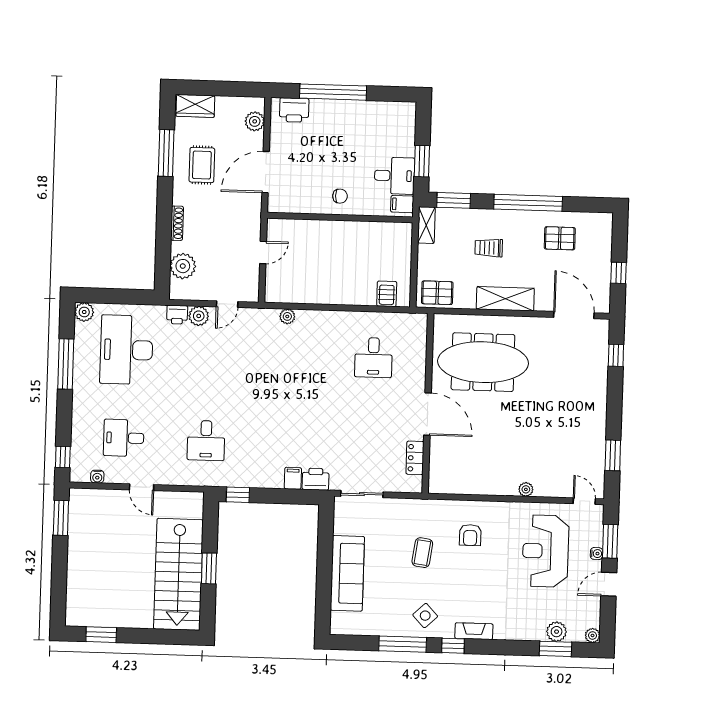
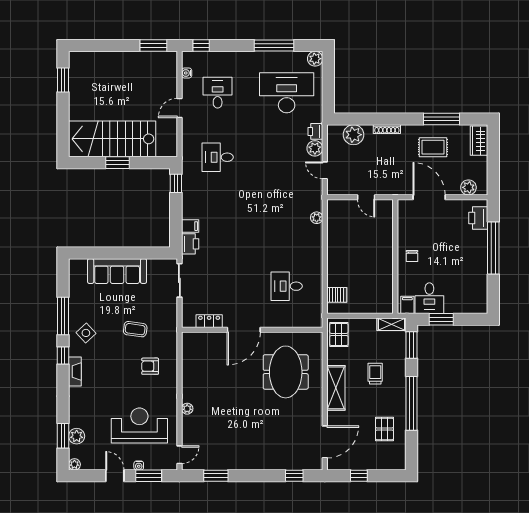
meeting table: (483, 362) -> (286, 372), width x0.73

